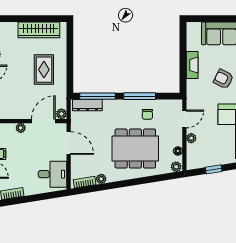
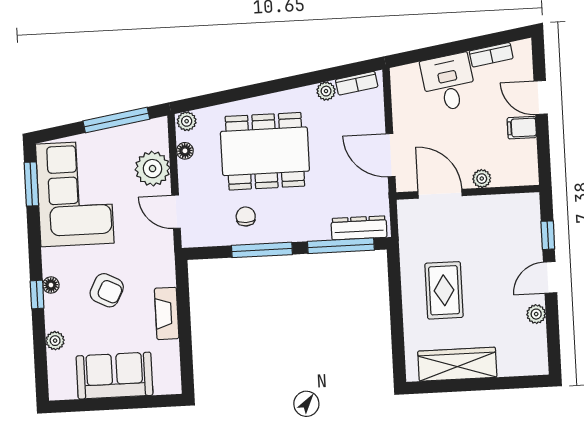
plant: (61, 114) -> (407, 209), removed
door: (184, 119) -> (176, 212), hinge flipped
door: (43, 121) -> (440, 194), swing flipped
plant: (191, 138) -> (152, 169), width x1.88, depth x1.88
window: (214, 169) -> (116, 120), width x2.17
desk: (53, 174) -> (448, 82), moved, turned 81

